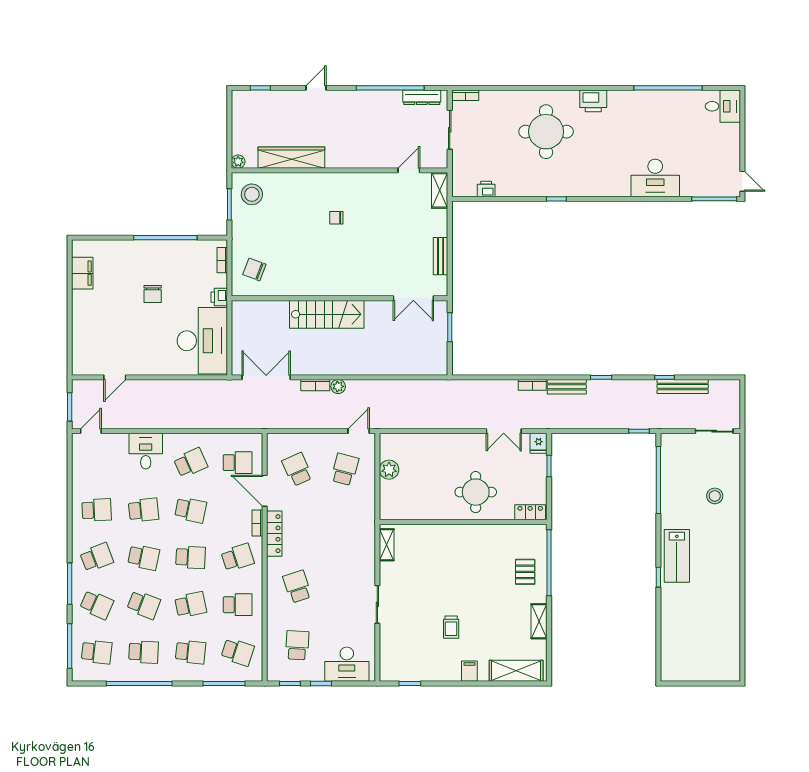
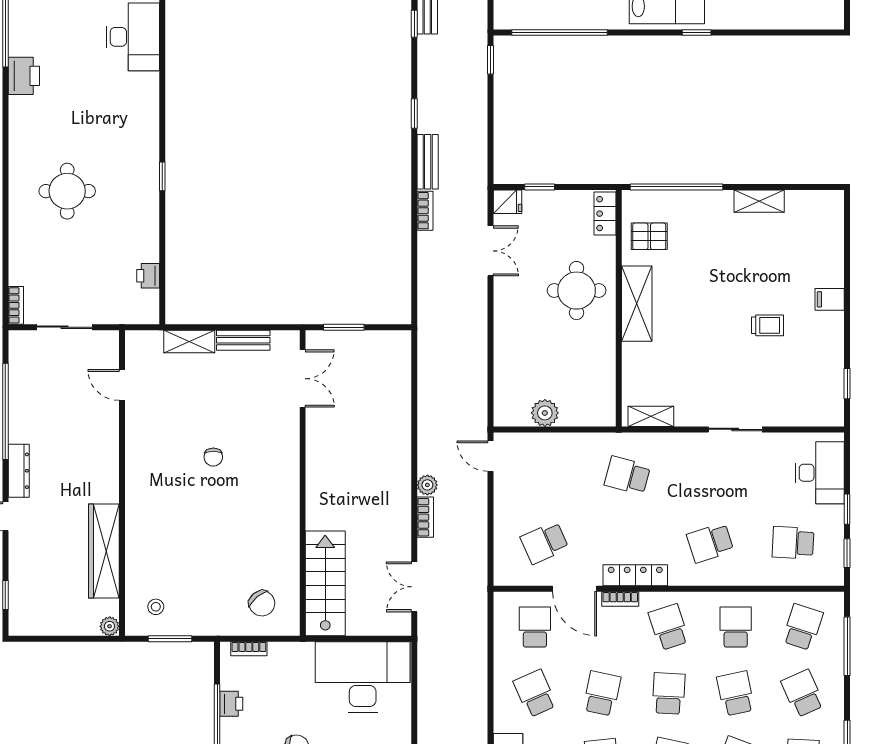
dresser: (422, 97) -> (19, 471), moved
printer: (593, 101) -> (24, 76), moved
round table: (546, 132) -> (67, 191), width x0.73, depth x0.73
shelving: (440, 190) -> (189, 342), moved
stool: (252, 194) -> (156, 607), width x0.53, depth x0.53
chair: (336, 218) -> (213, 457), moved
chair: (254, 269) -> (262, 603), turned -61
printer: (219, 297) -> (231, 704), moved, turned -90
stairs: (327, 314) -> (325, 583), moved
double door: (266, 377) -> (414, 587), width x0.73
school desk: (345, 469) -> (627, 475), moved
door: (265, 491) -> (575, 589), hinge flipped
pallet: (525, 572) -> (649, 236), moved
school desk: (191, 652) -> (803, 693), turned -30
shelving: (516, 671) -> (637, 304), moved

